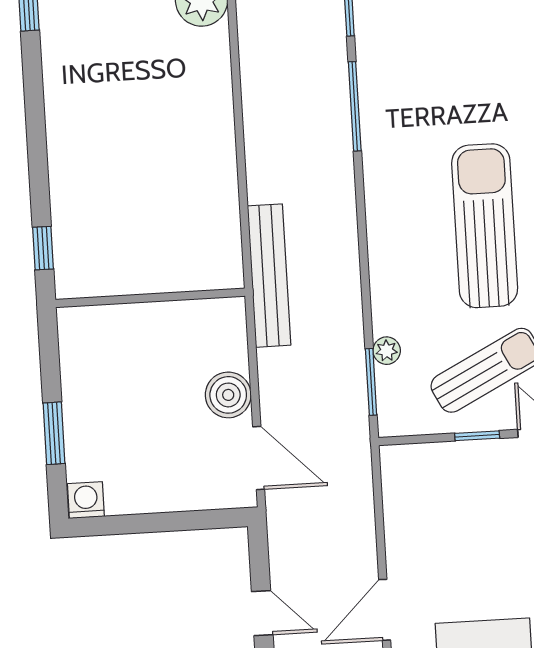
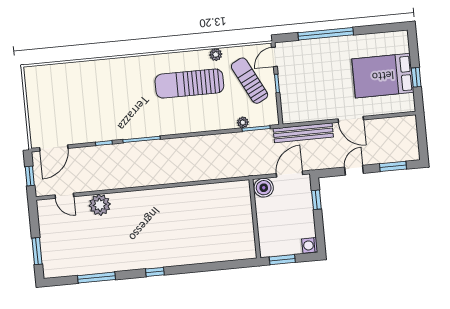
window: (43, 248) -> (155, 272), moved
bench: (269, 276) -> (303, 133), moved
wall: (150, 298) -> (255, 219), moved
window: (195, 520) -> (316, 200), added

